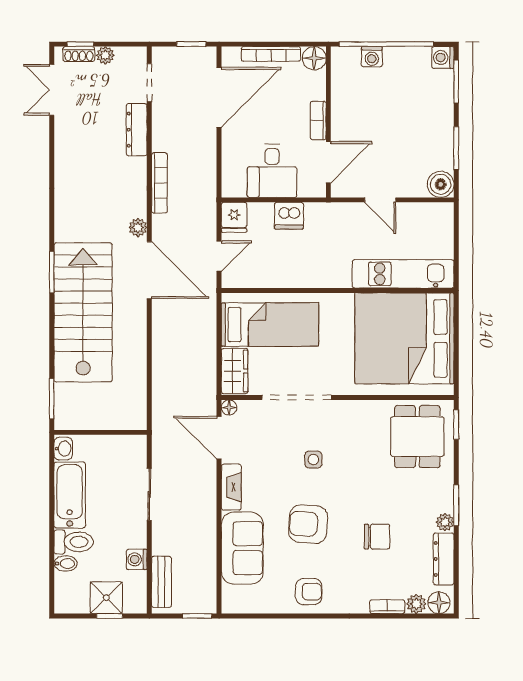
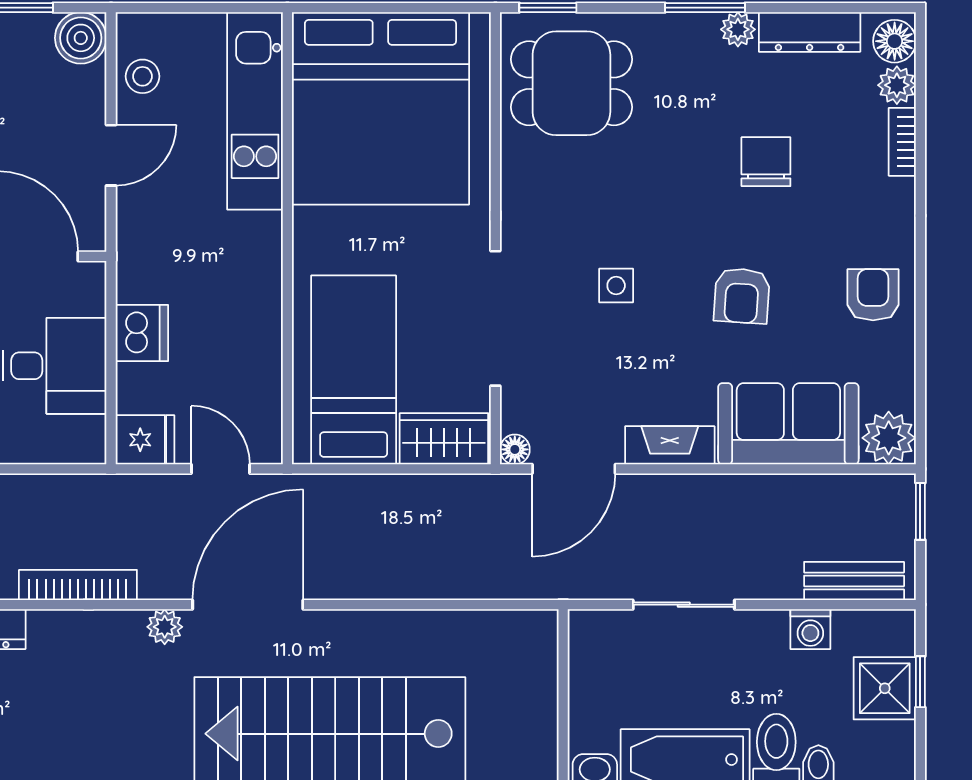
stool: (421, 216) -> (142, 76), added
armchair: (308, 524) -> (742, 296), width x0.72, depth x0.72
plant: (235, 600) -> (889, 438), added

